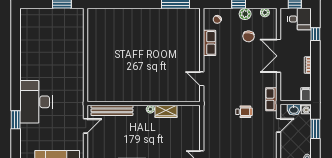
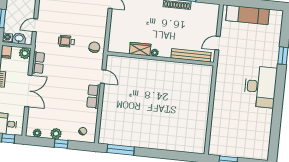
chair: (248, 36) -> (94, 47), moved
row of seats: (209, 43) -> (94, 96), moved
plant: (286, 95) -> (25, 53), added
row of seats: (271, 99) -> (38, 63), moved
desk: (36, 102) -> (260, 87), moved

